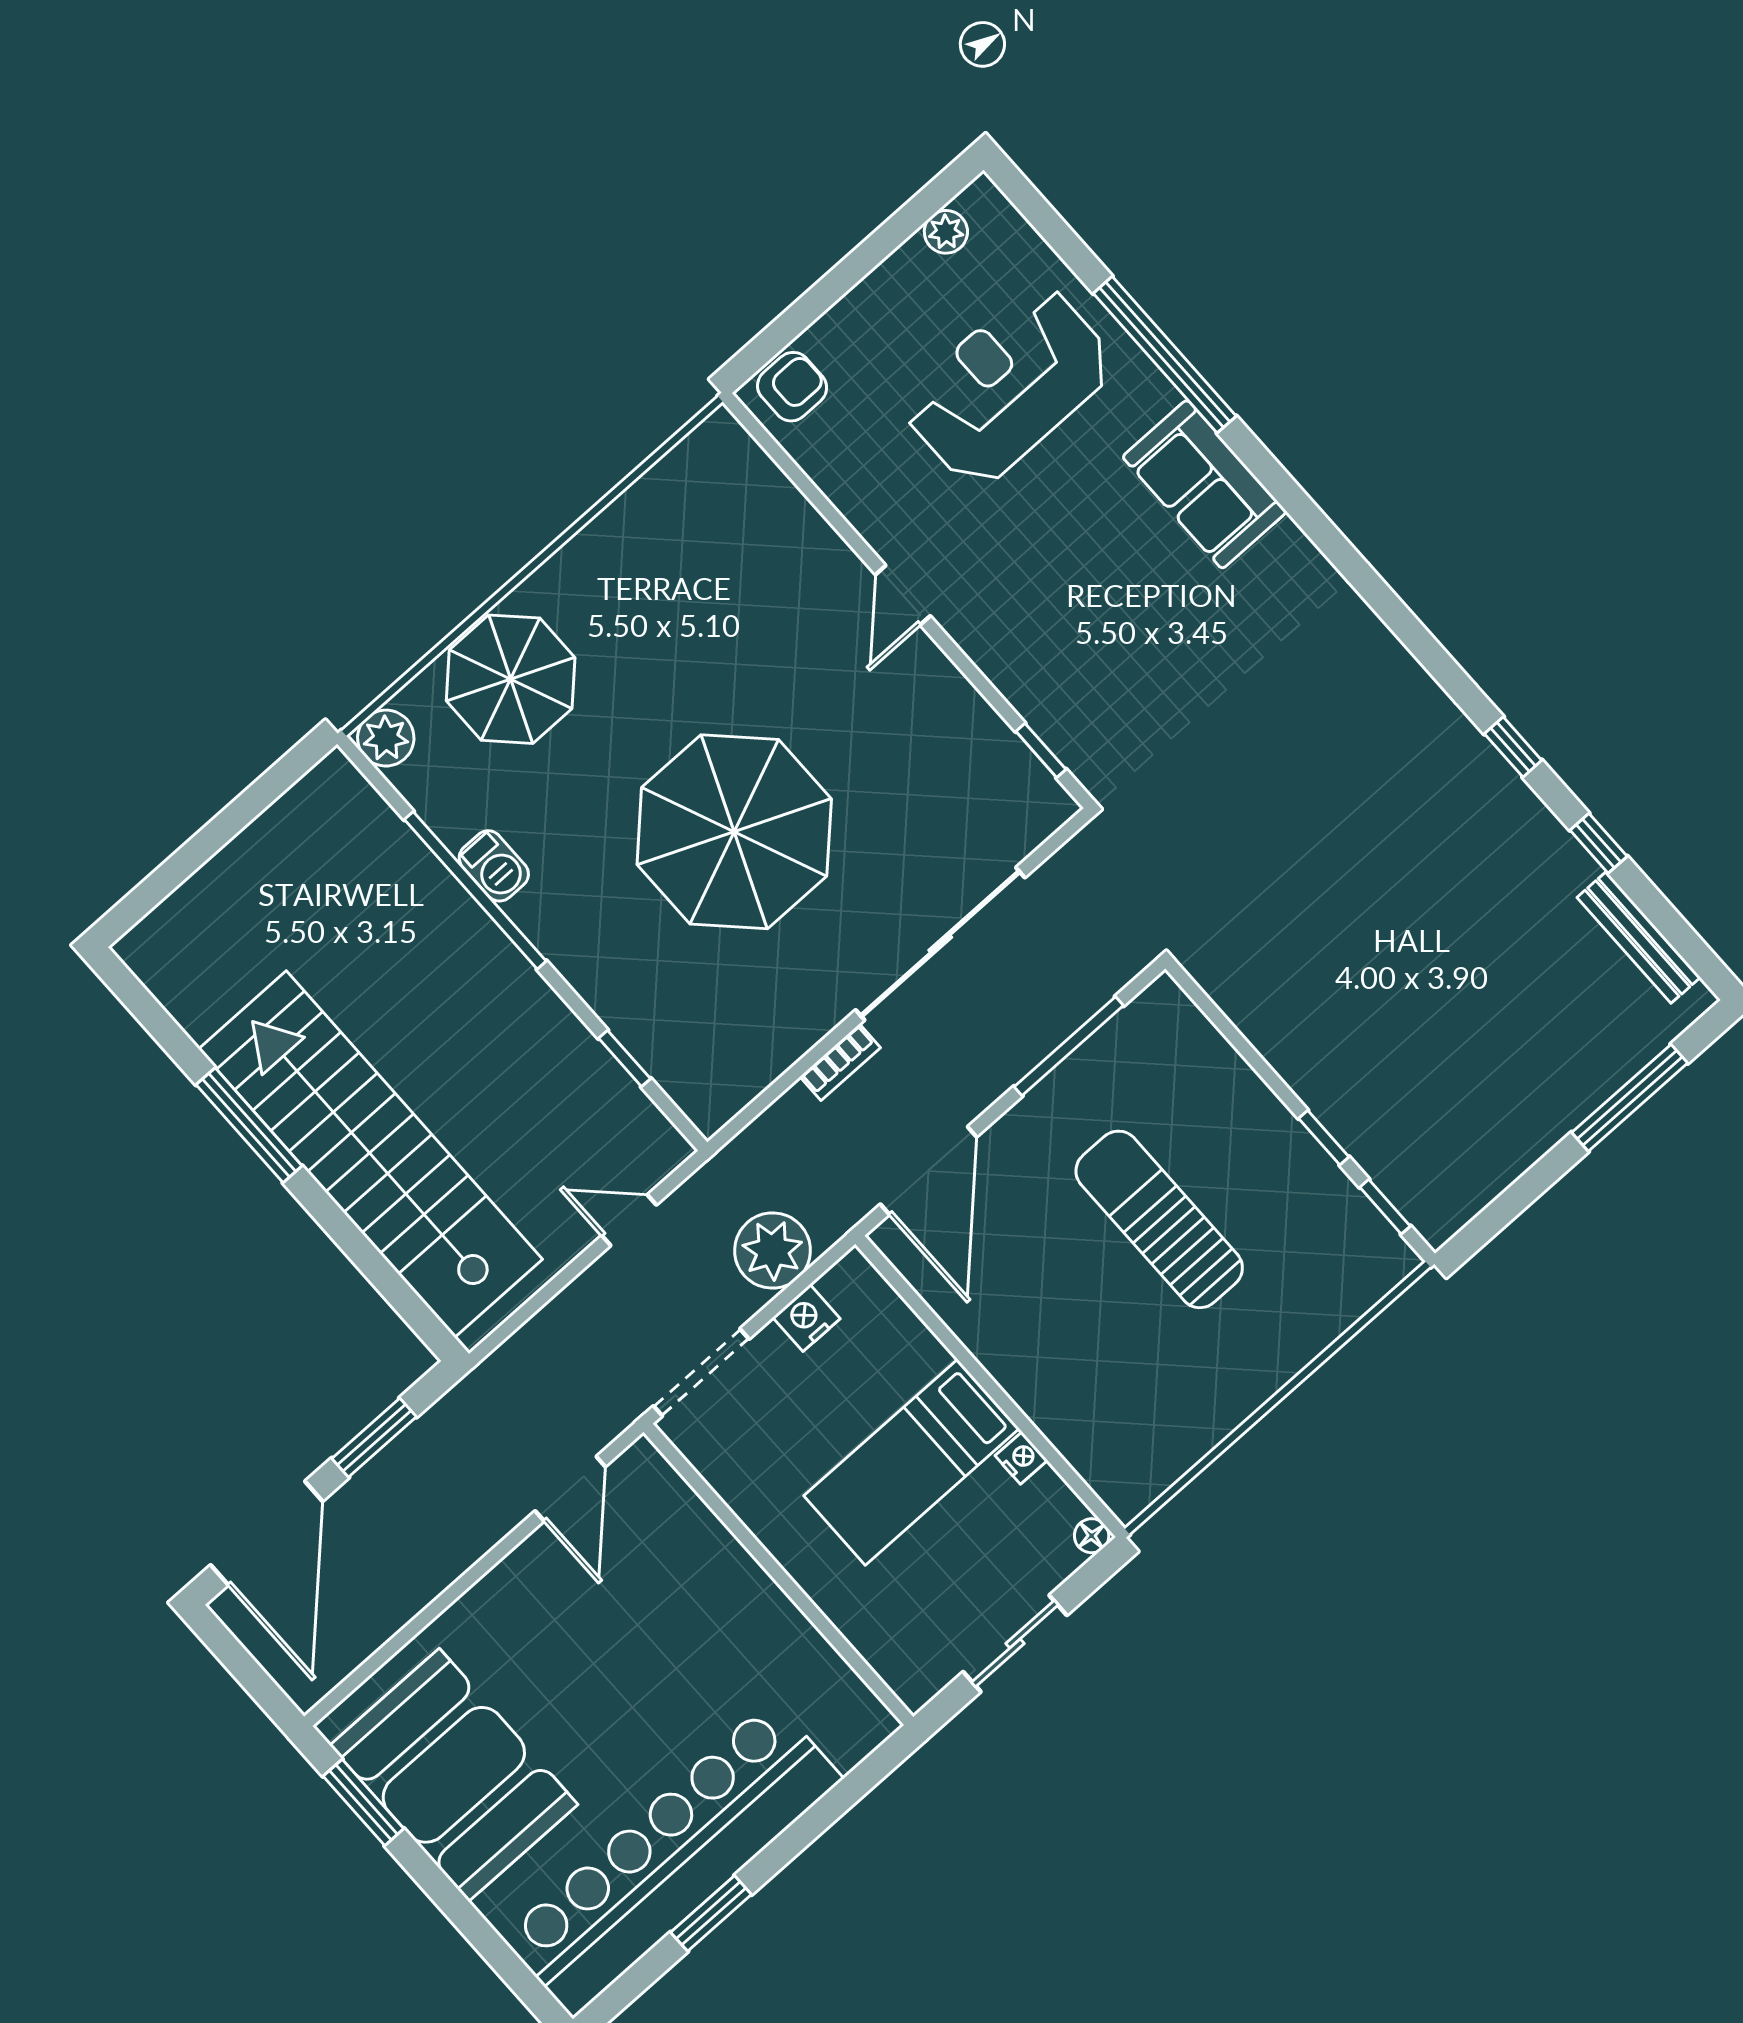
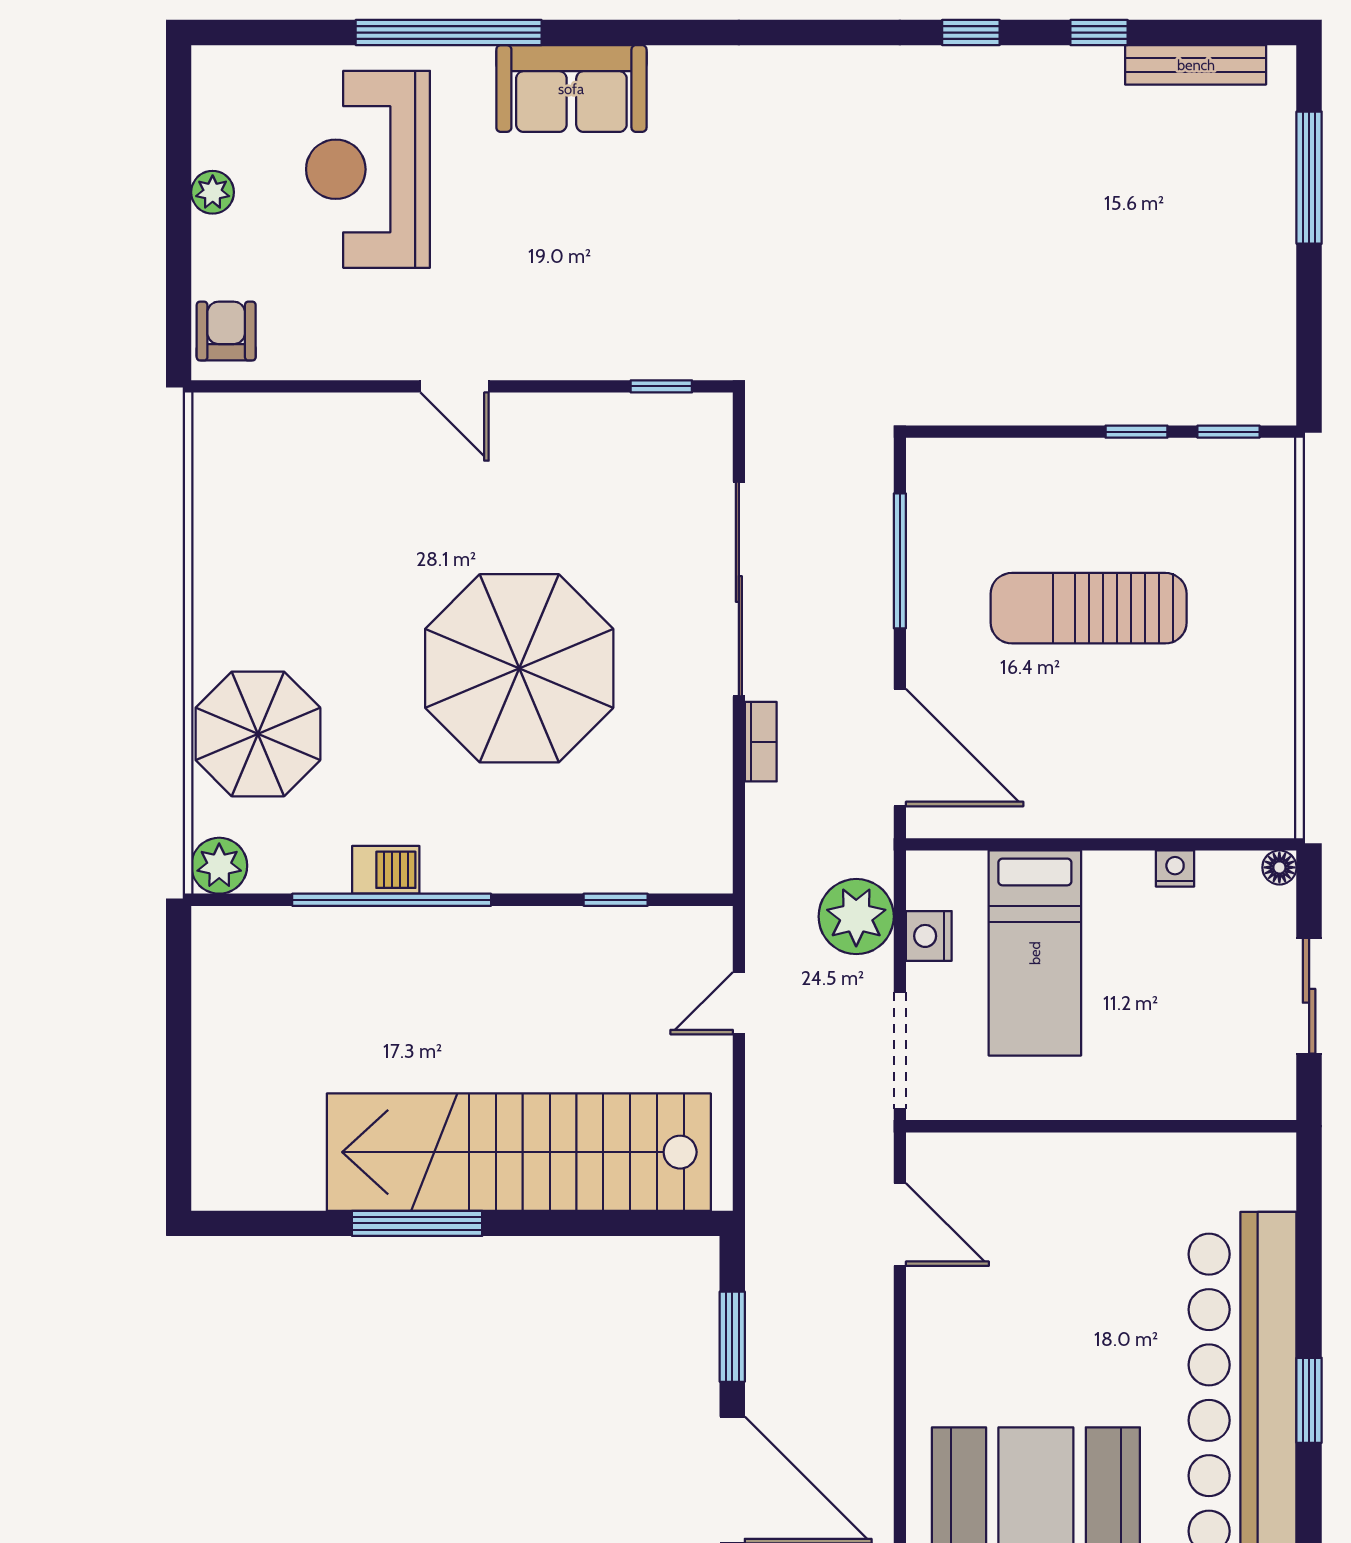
plant: (946, 232) -> (213, 192), moved
bed: (911, 1462) -> (1035, 953), moved

